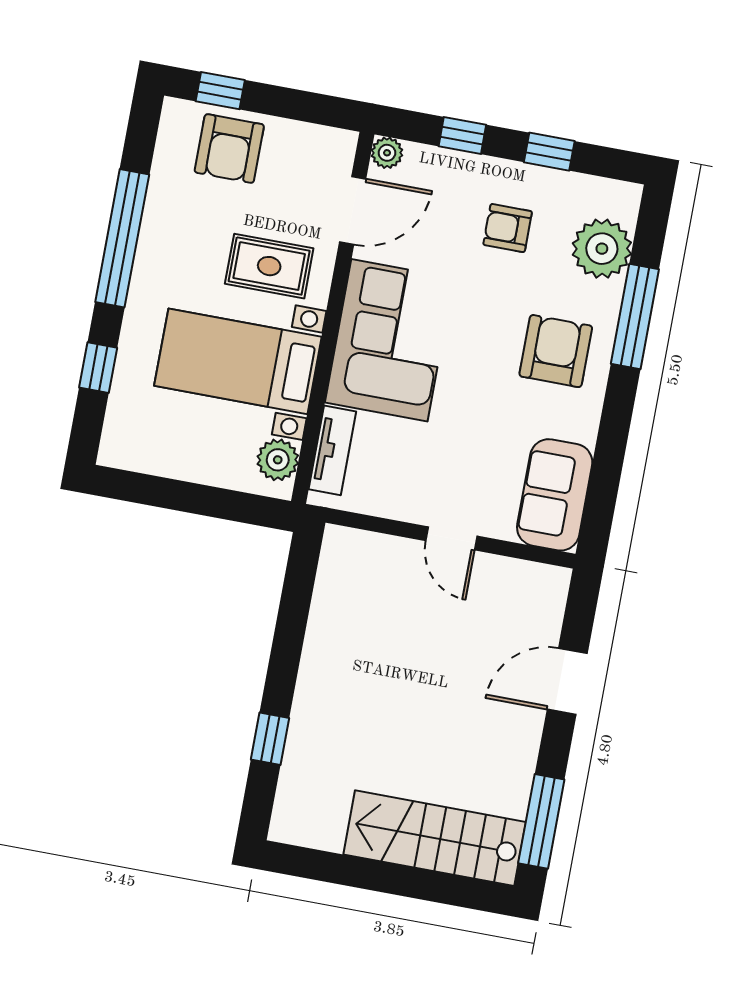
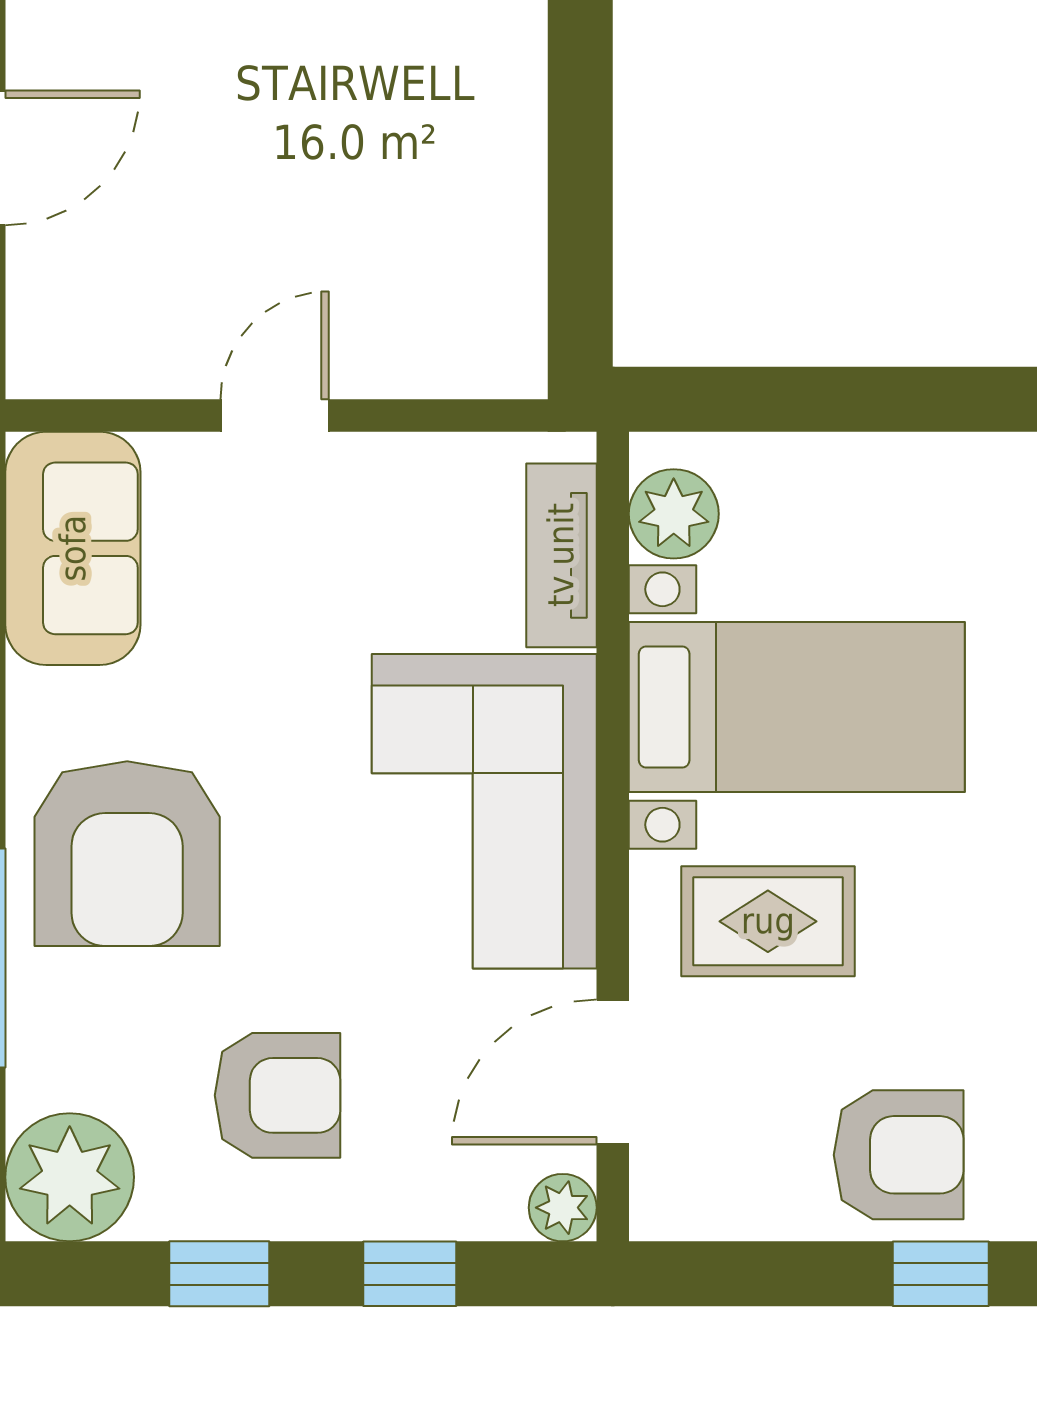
armchair: (229, 148) -> (899, 1155), turned 90
armchair: (508, 228) -> (278, 1095), width x1.38, depth x1.38
plant: (602, 249) -> (70, 1177), moved
armchair: (556, 351) -> (127, 854), width x1.36, depth x1.36
door: (451, 538) -> (275, 415), hinge flipped

